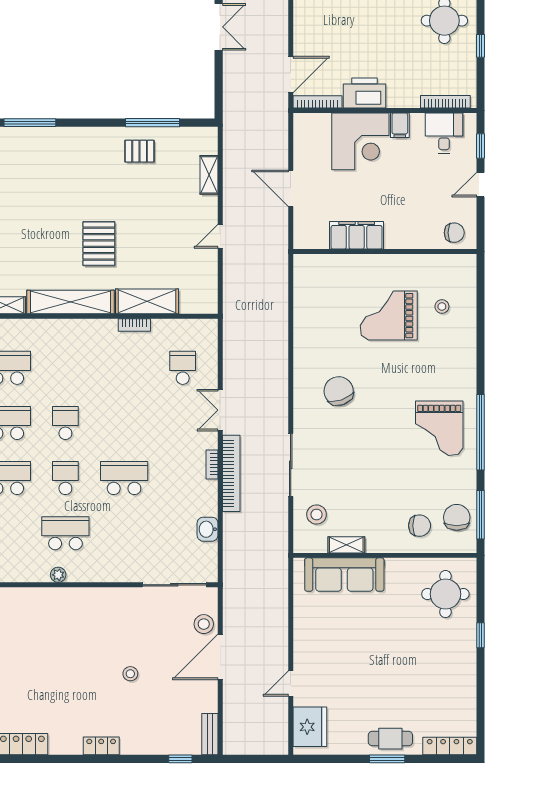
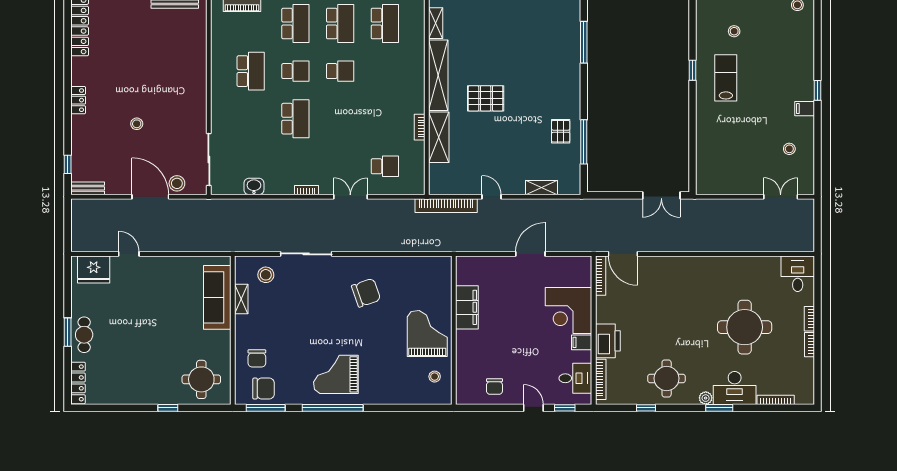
printer: (365, 93) -> (608, 341), moved
filing cabinet: (357, 235) -> (467, 307), moved
wall: (385, 252) -> (454, 330), moved
bookcase: (231, 473) -> (446, 206), moved
plant: (58, 575) -> (217, 65), removed

